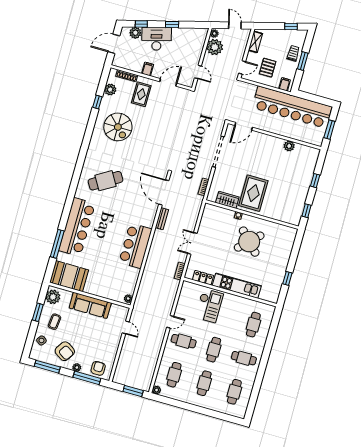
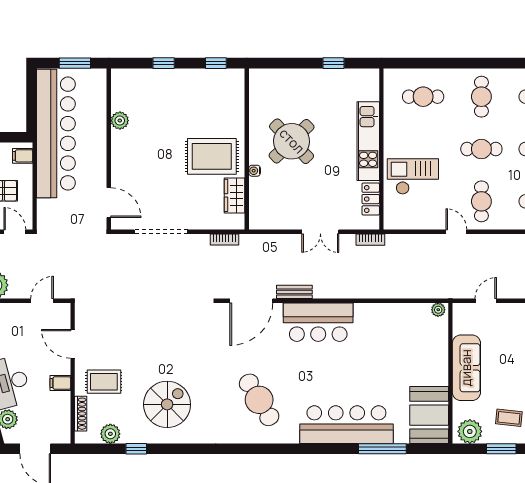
bar counter: (135, 246) -> (318, 322), moved

